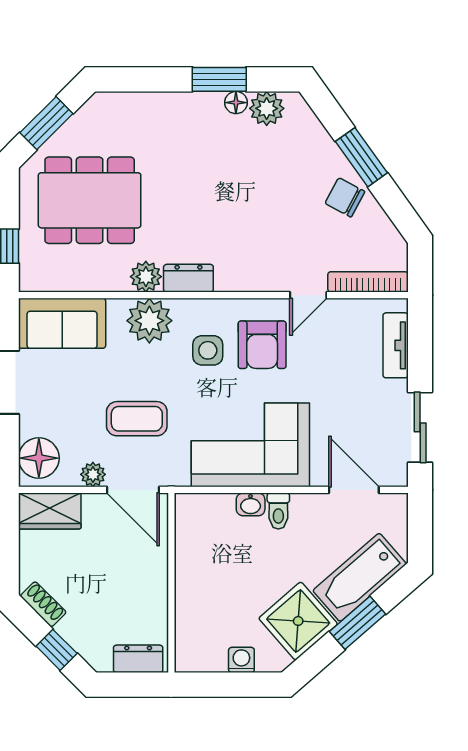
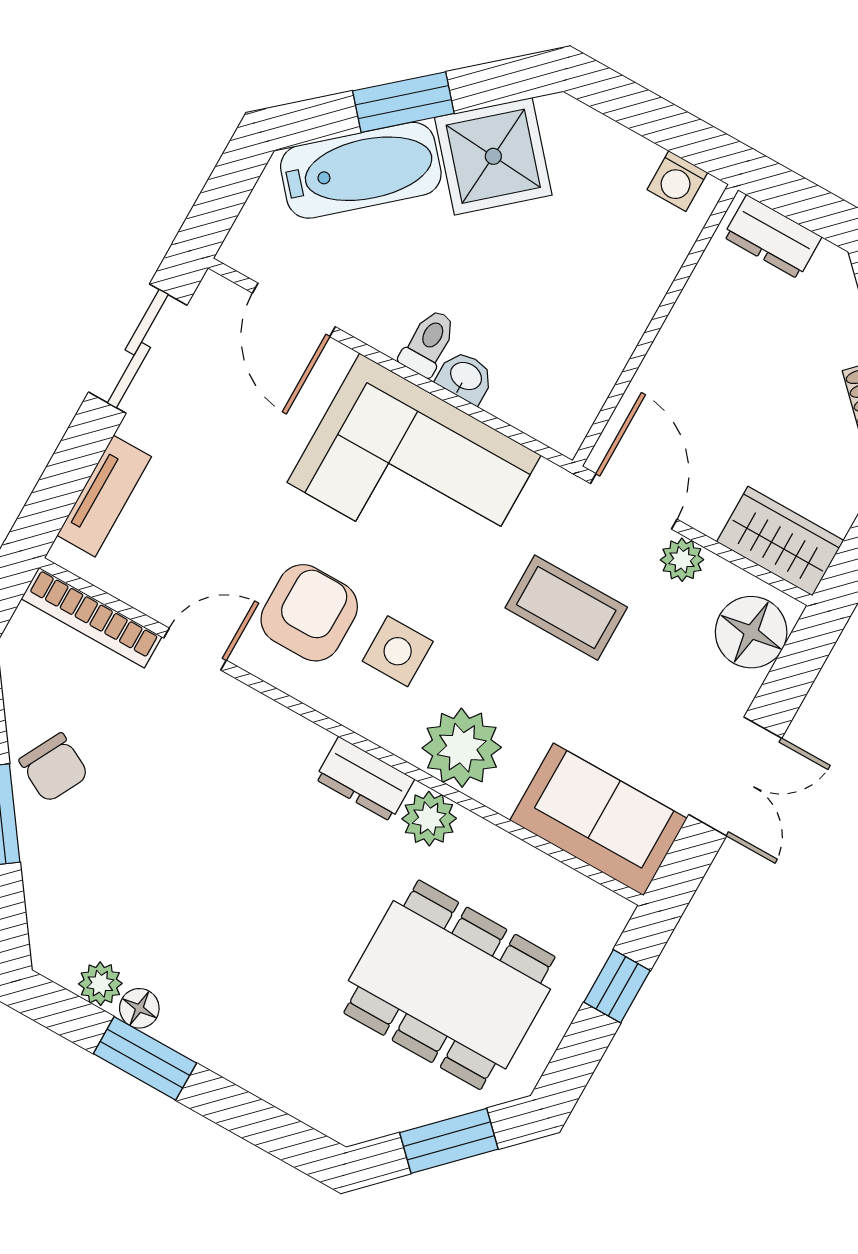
plant: (267, 108) -> (100, 984), width x0.73, depth x0.73
washing machine: (241, 660) -> (677, 181), moved

